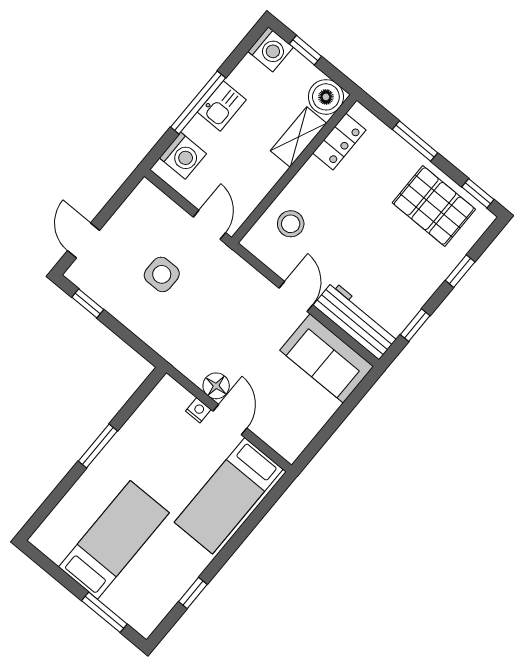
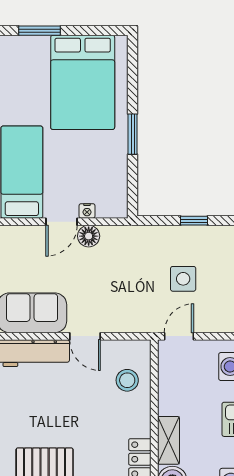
door: (209, 225) -> (179, 336), swing flipped
window: (88, 303) -> (194, 221), moved
door: (230, 420) -> (62, 222), hinge flipped
bed: (114, 540) -> (83, 82), width x1.50

